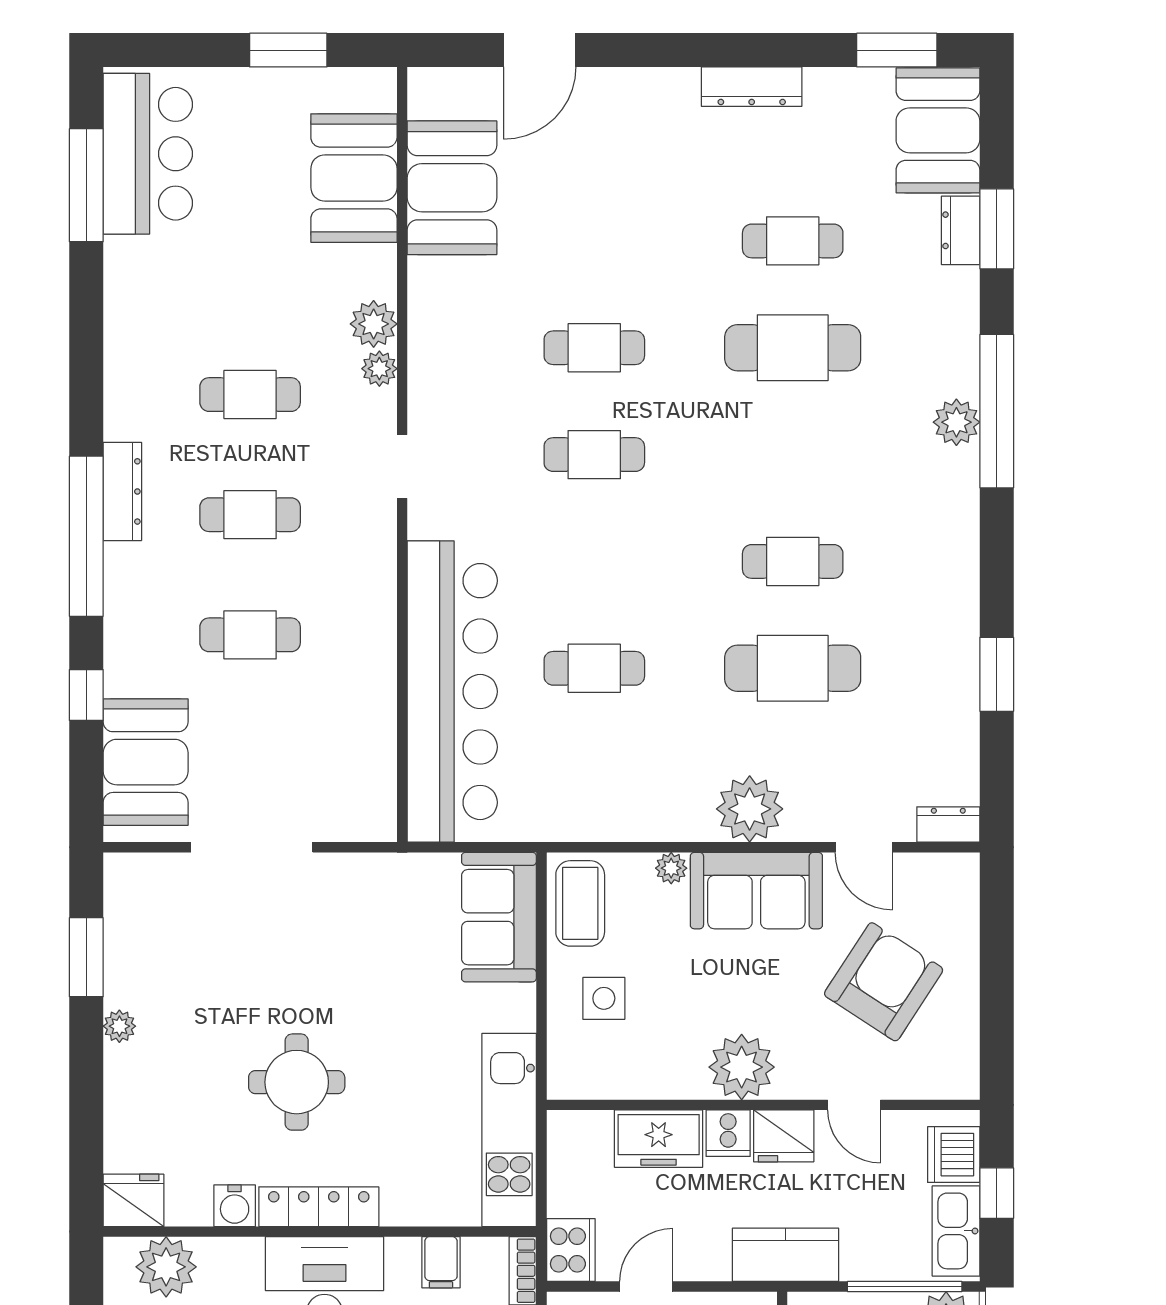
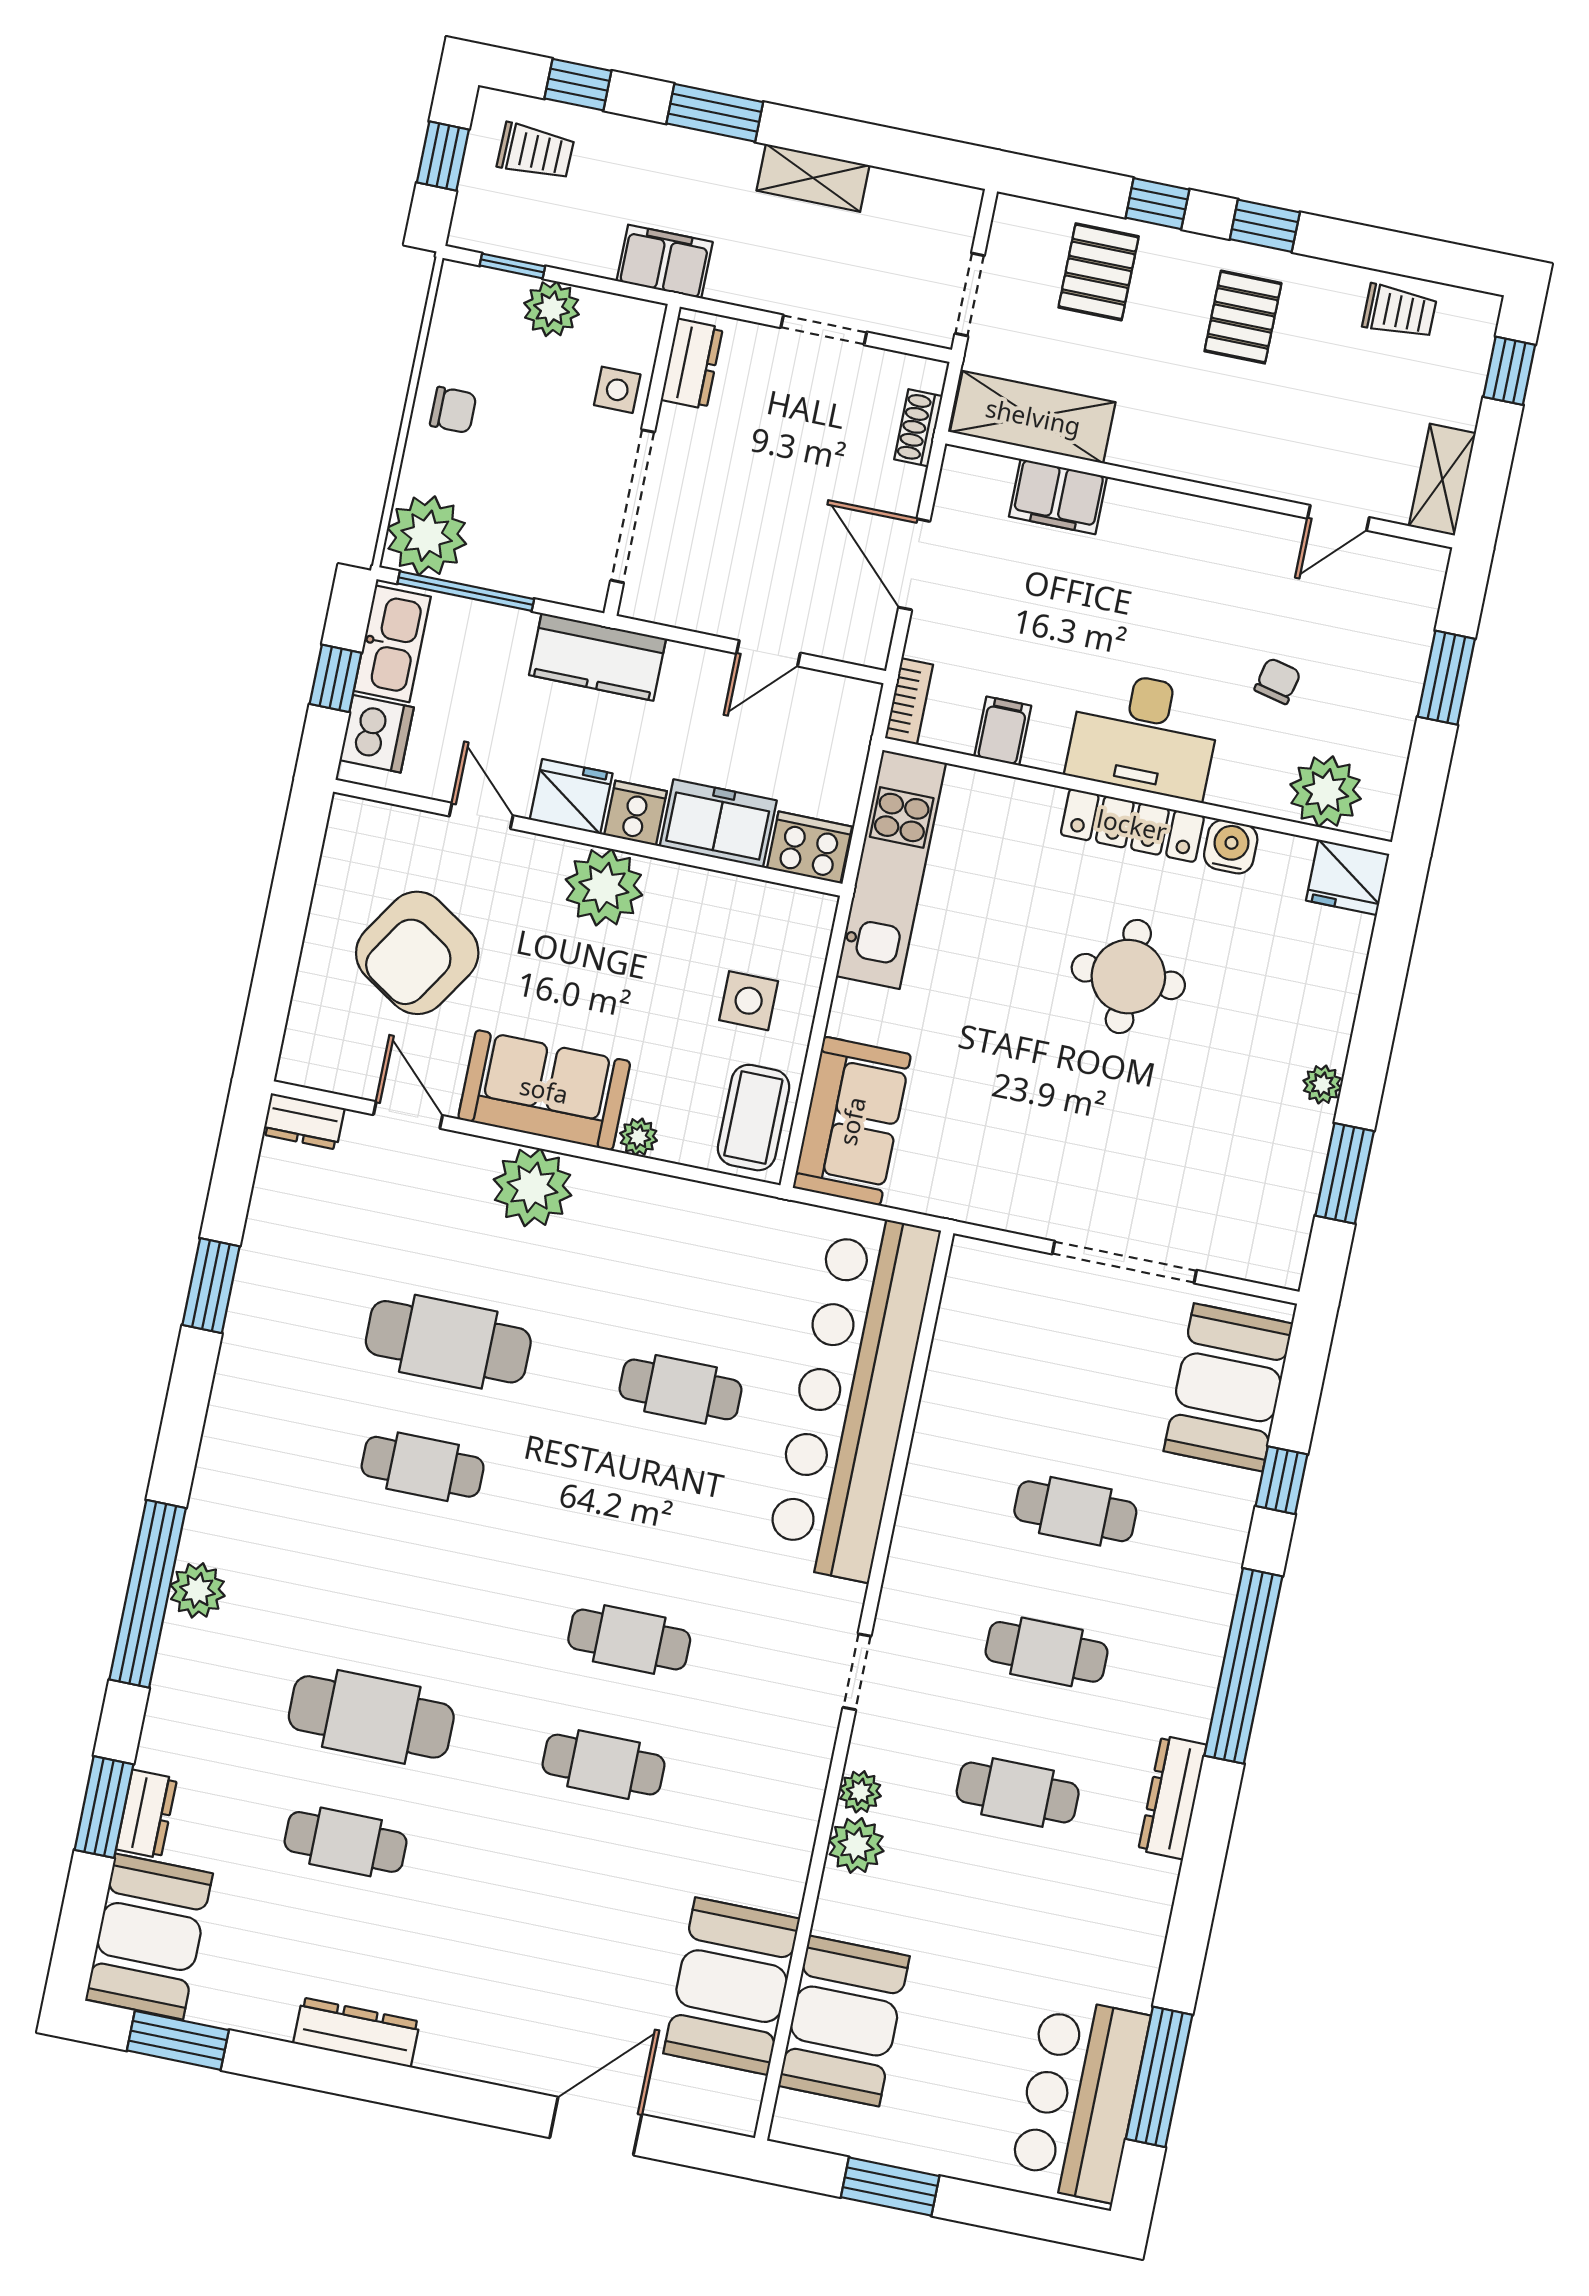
dresser: (122, 491) -> (1172, 1797), moved
cooker: (571, 1250) -> (810, 847), moved, turned 90

